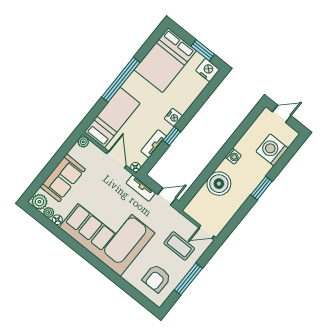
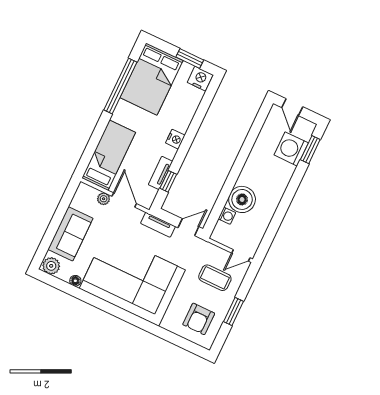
window: (121, 80) -> (120, 86), moved
door: (282, 114) -> (292, 107), swing flipped
window: (172, 136) -> (168, 181), moved
plant: (83, 142) -> (104, 199), moved
washing machine: (233, 156) -> (227, 216), moved
floor lamp: (135, 167) -> (147, 203), removed
window: (261, 188) -> (310, 150), moved
plant: (49, 212) -> (64, 275), removed
window: (188, 279) -> (233, 311), width x0.69

